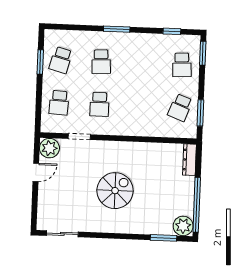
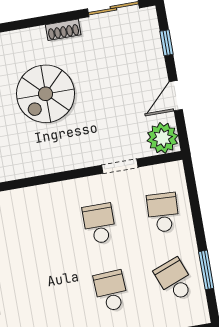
school desk: (61, 60) -> (175, 280), turned -36
window: (34, 206) -> (167, 43), added
shoe rack: (96, 227) -> (63, 30), added

